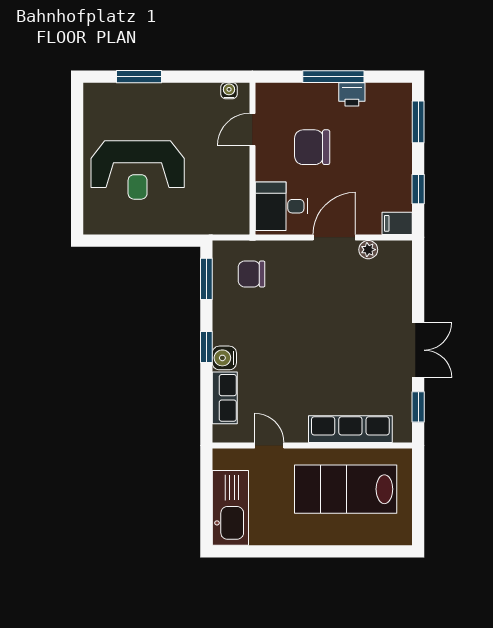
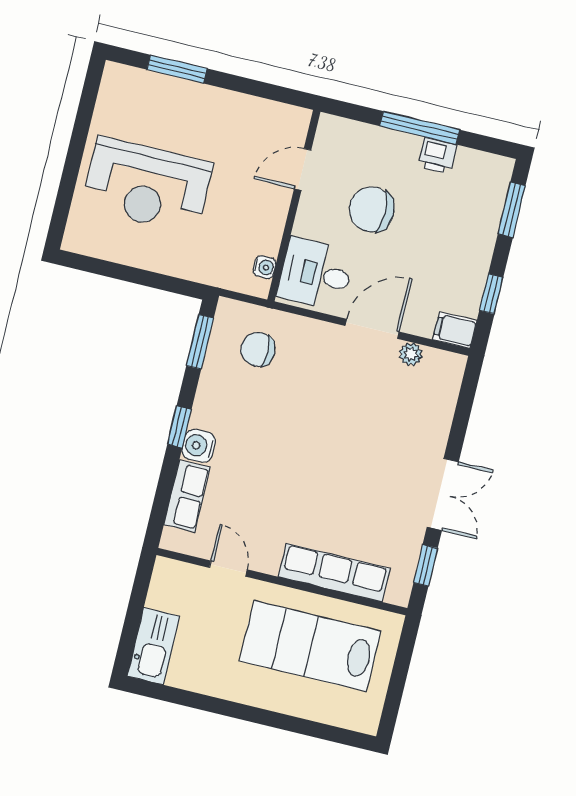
water cooler: (229, 91) -> (264, 267), moved, turned 90
kitchen sink: (230, 508) -> (153, 646), width x0.73, depth x0.81

